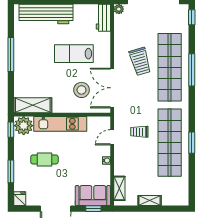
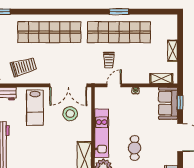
lab bench: (74, 54) -> (35, 108), moved
trolley: (140, 61) -> (24, 67), moved
window: (192, 70) -> (52, 12), removed
door: (112, 137) -> (114, 85), swing flipped

